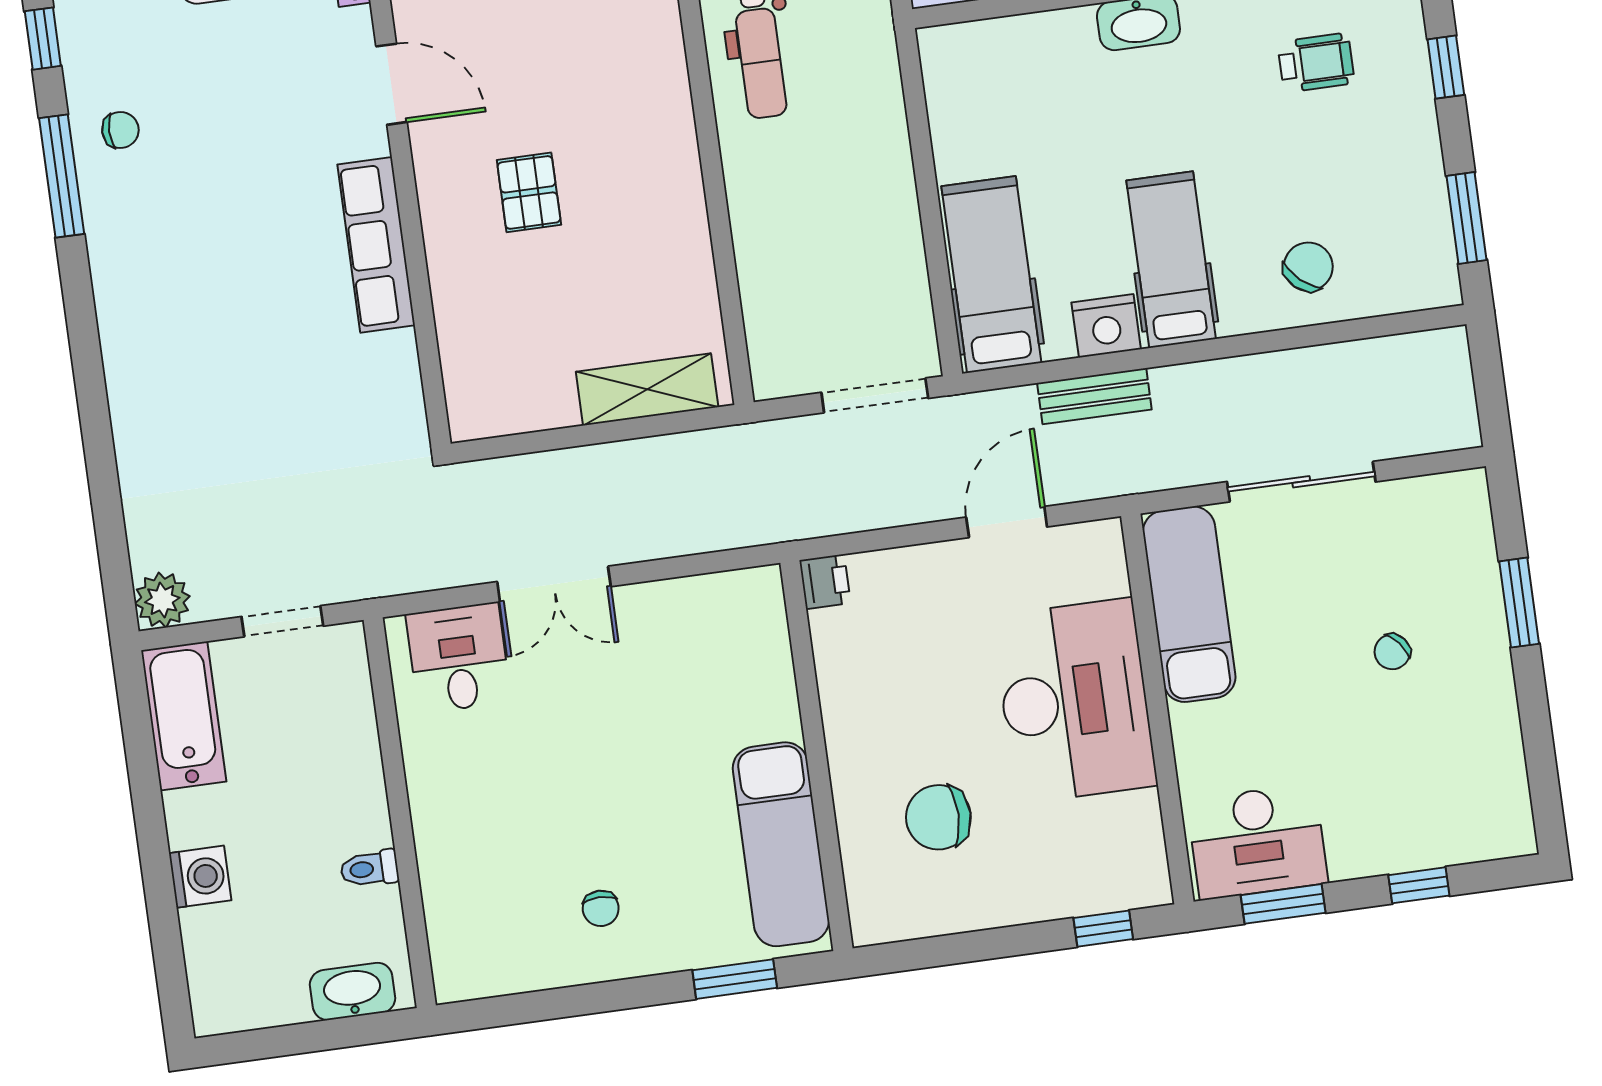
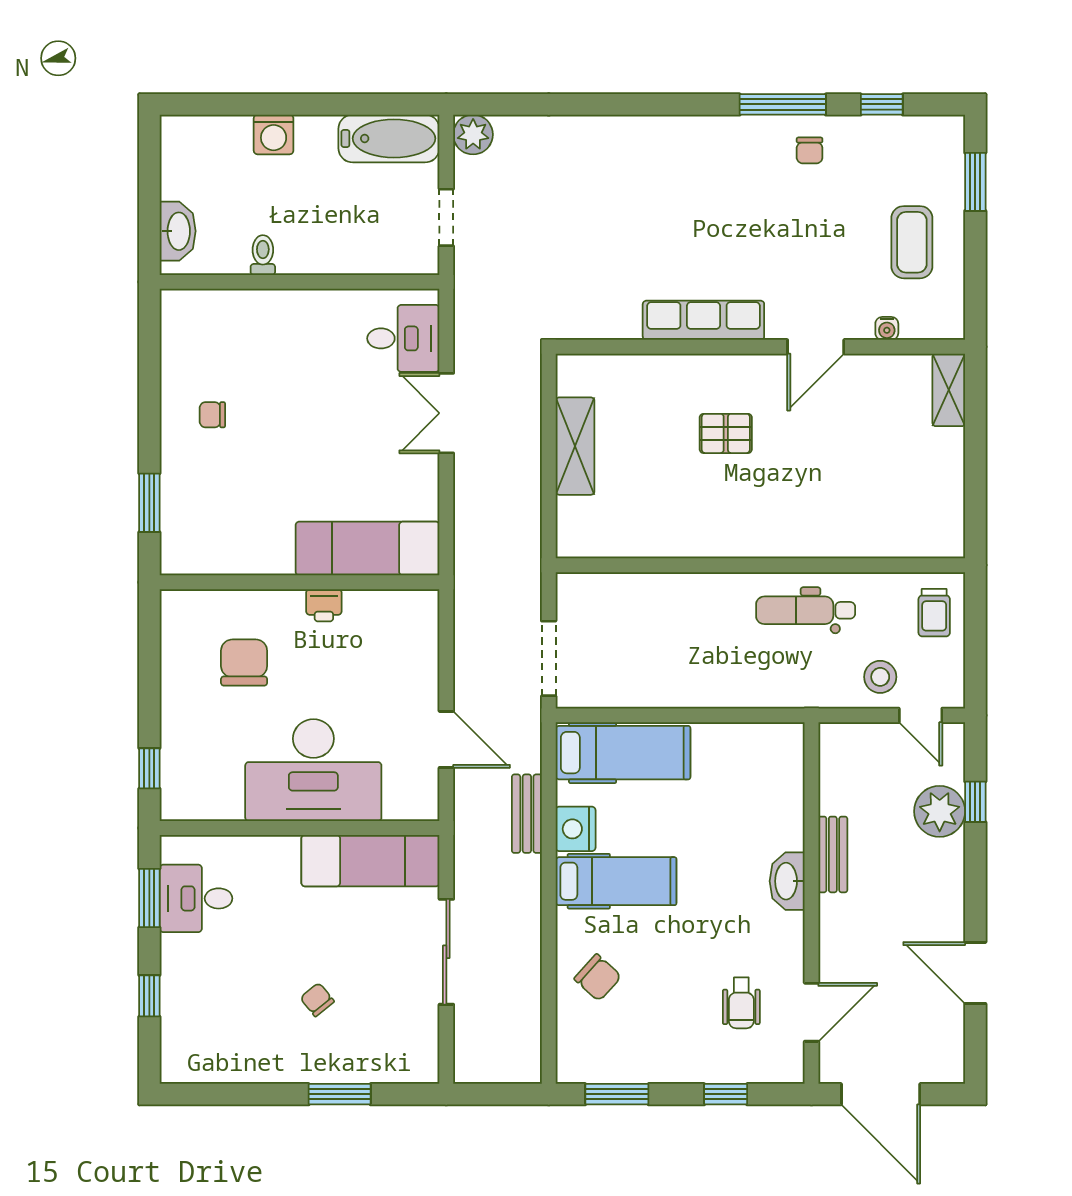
shelving: (647, 389) -> (575, 446), moved
printer: (825, 582) -> (324, 605), moved
desk: (1257, 842) -> (196, 898), width x0.73
exam couch: (781, 844) -> (368, 549), moved

